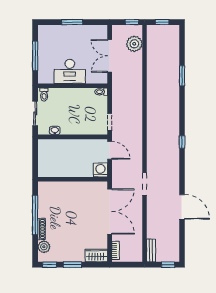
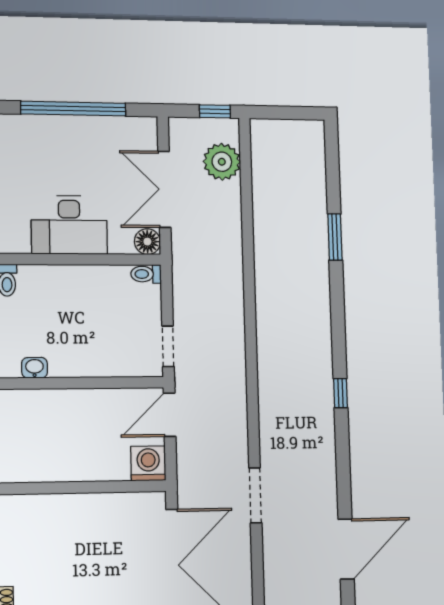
window: (72, 22) -> (73, 109), width x2.11
window: (162, 22) -> (285, 113), removed
floor lamp: (102, 78) -> (147, 242), added
door: (110, 150) -> (170, 415), swing flipped
door: (182, 207) -> (346, 549), hinge flipped

